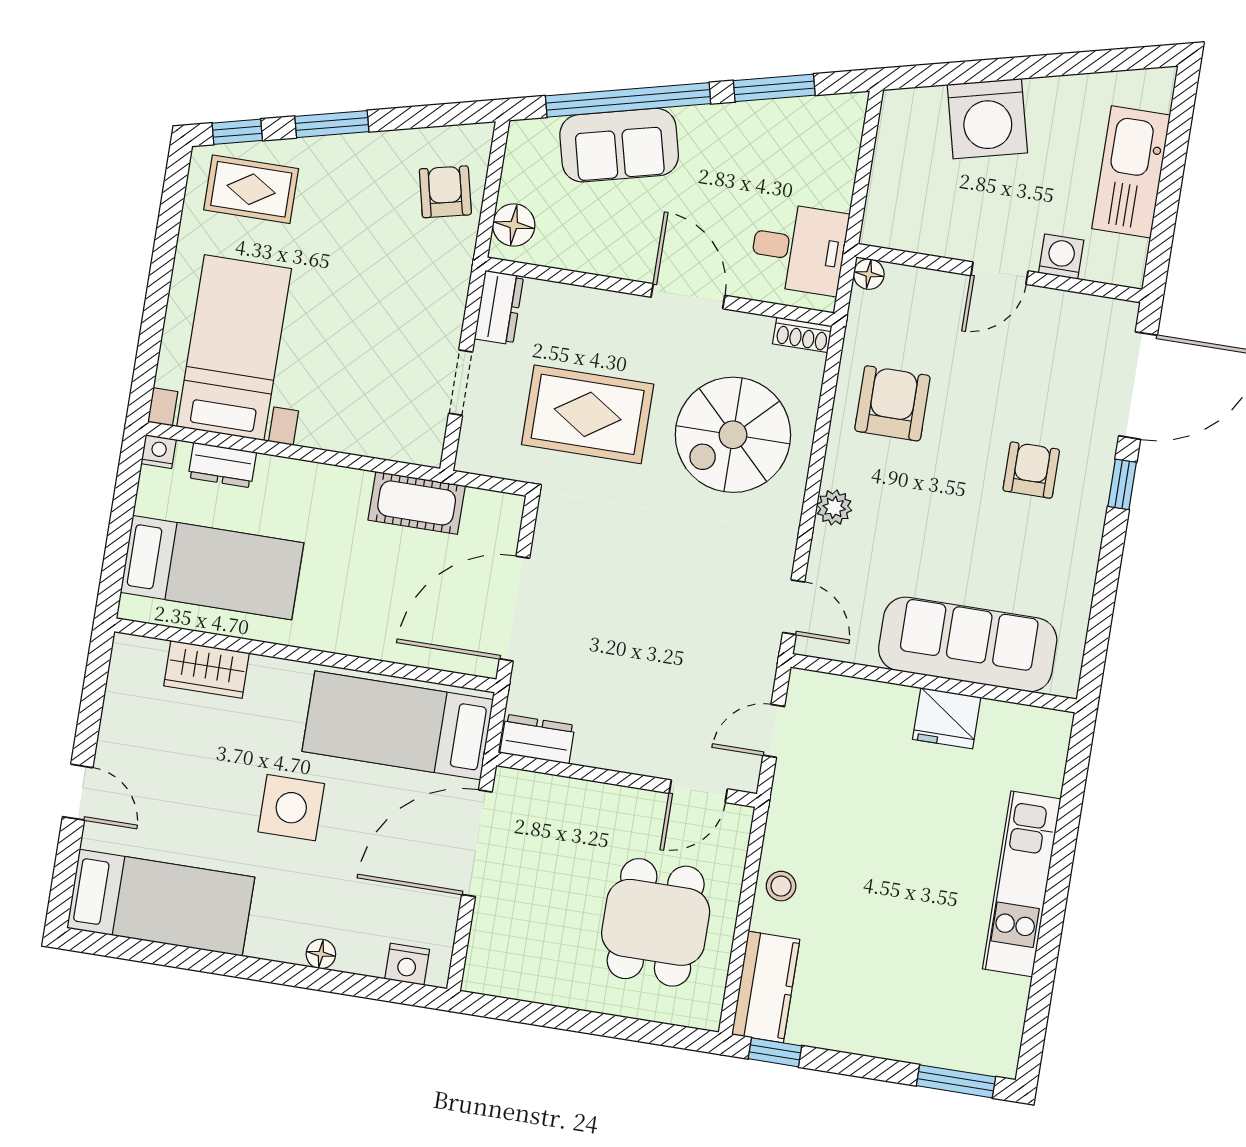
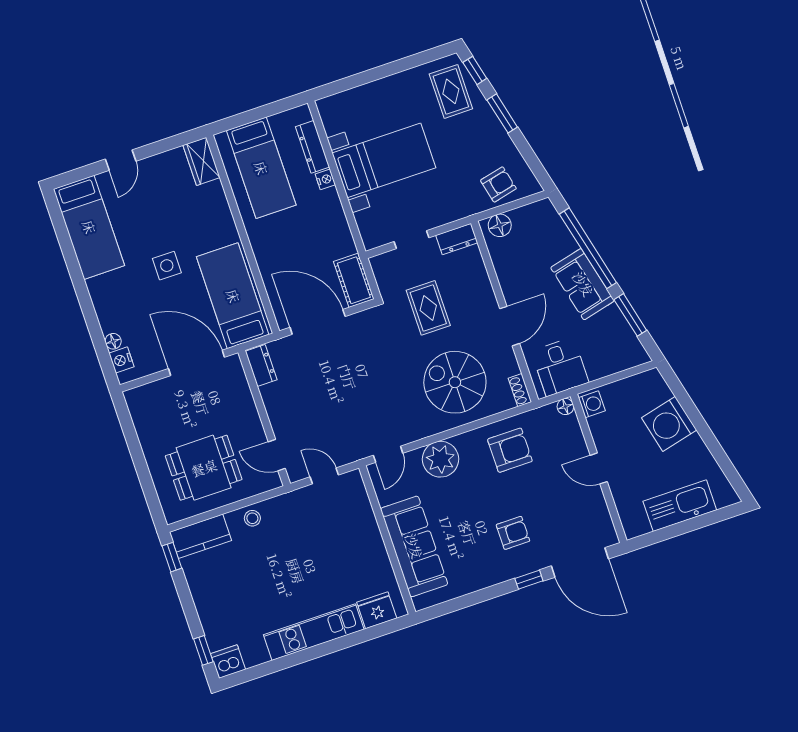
sofa: (619, 145) -> (583, 284), moved
washing machine: (1061, 257) -> (592, 404), moved
bed with nightstands: (234, 348) -> (384, 160), moved
rug: (588, 414) -> (428, 308), width x0.73, depth x0.70
nightstand: (159, 452) -> (325, 179), moved
dresser: (222, 465) -> (312, 147), width x1.44
cot: (417, 503) -> (354, 280), moved
plant: (834, 507) -> (440, 459), width x1.87, depth x1.87
wardrobe: (207, 669) -> (201, 161), moved
fridge: (947, 718) -> (377, 610), moved, turned 90
side table: (291, 808) -> (167, 266), width x0.73, depth x0.73
floor lamp: (321, 954) -> (113, 341), moved
dishwasher: (996, 1050) -> (228, 662), added
window: (956, 1081) -> (203, 650), width x0.67

